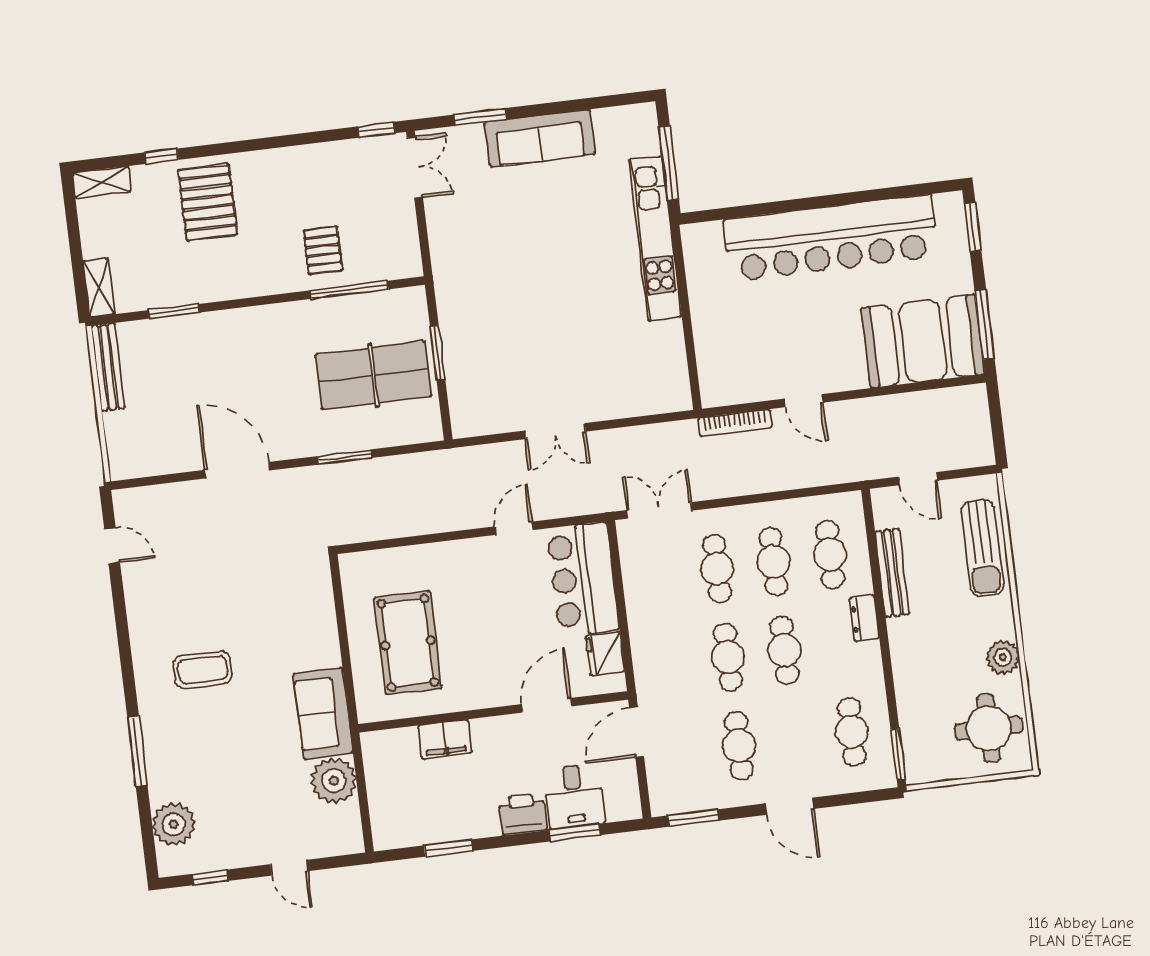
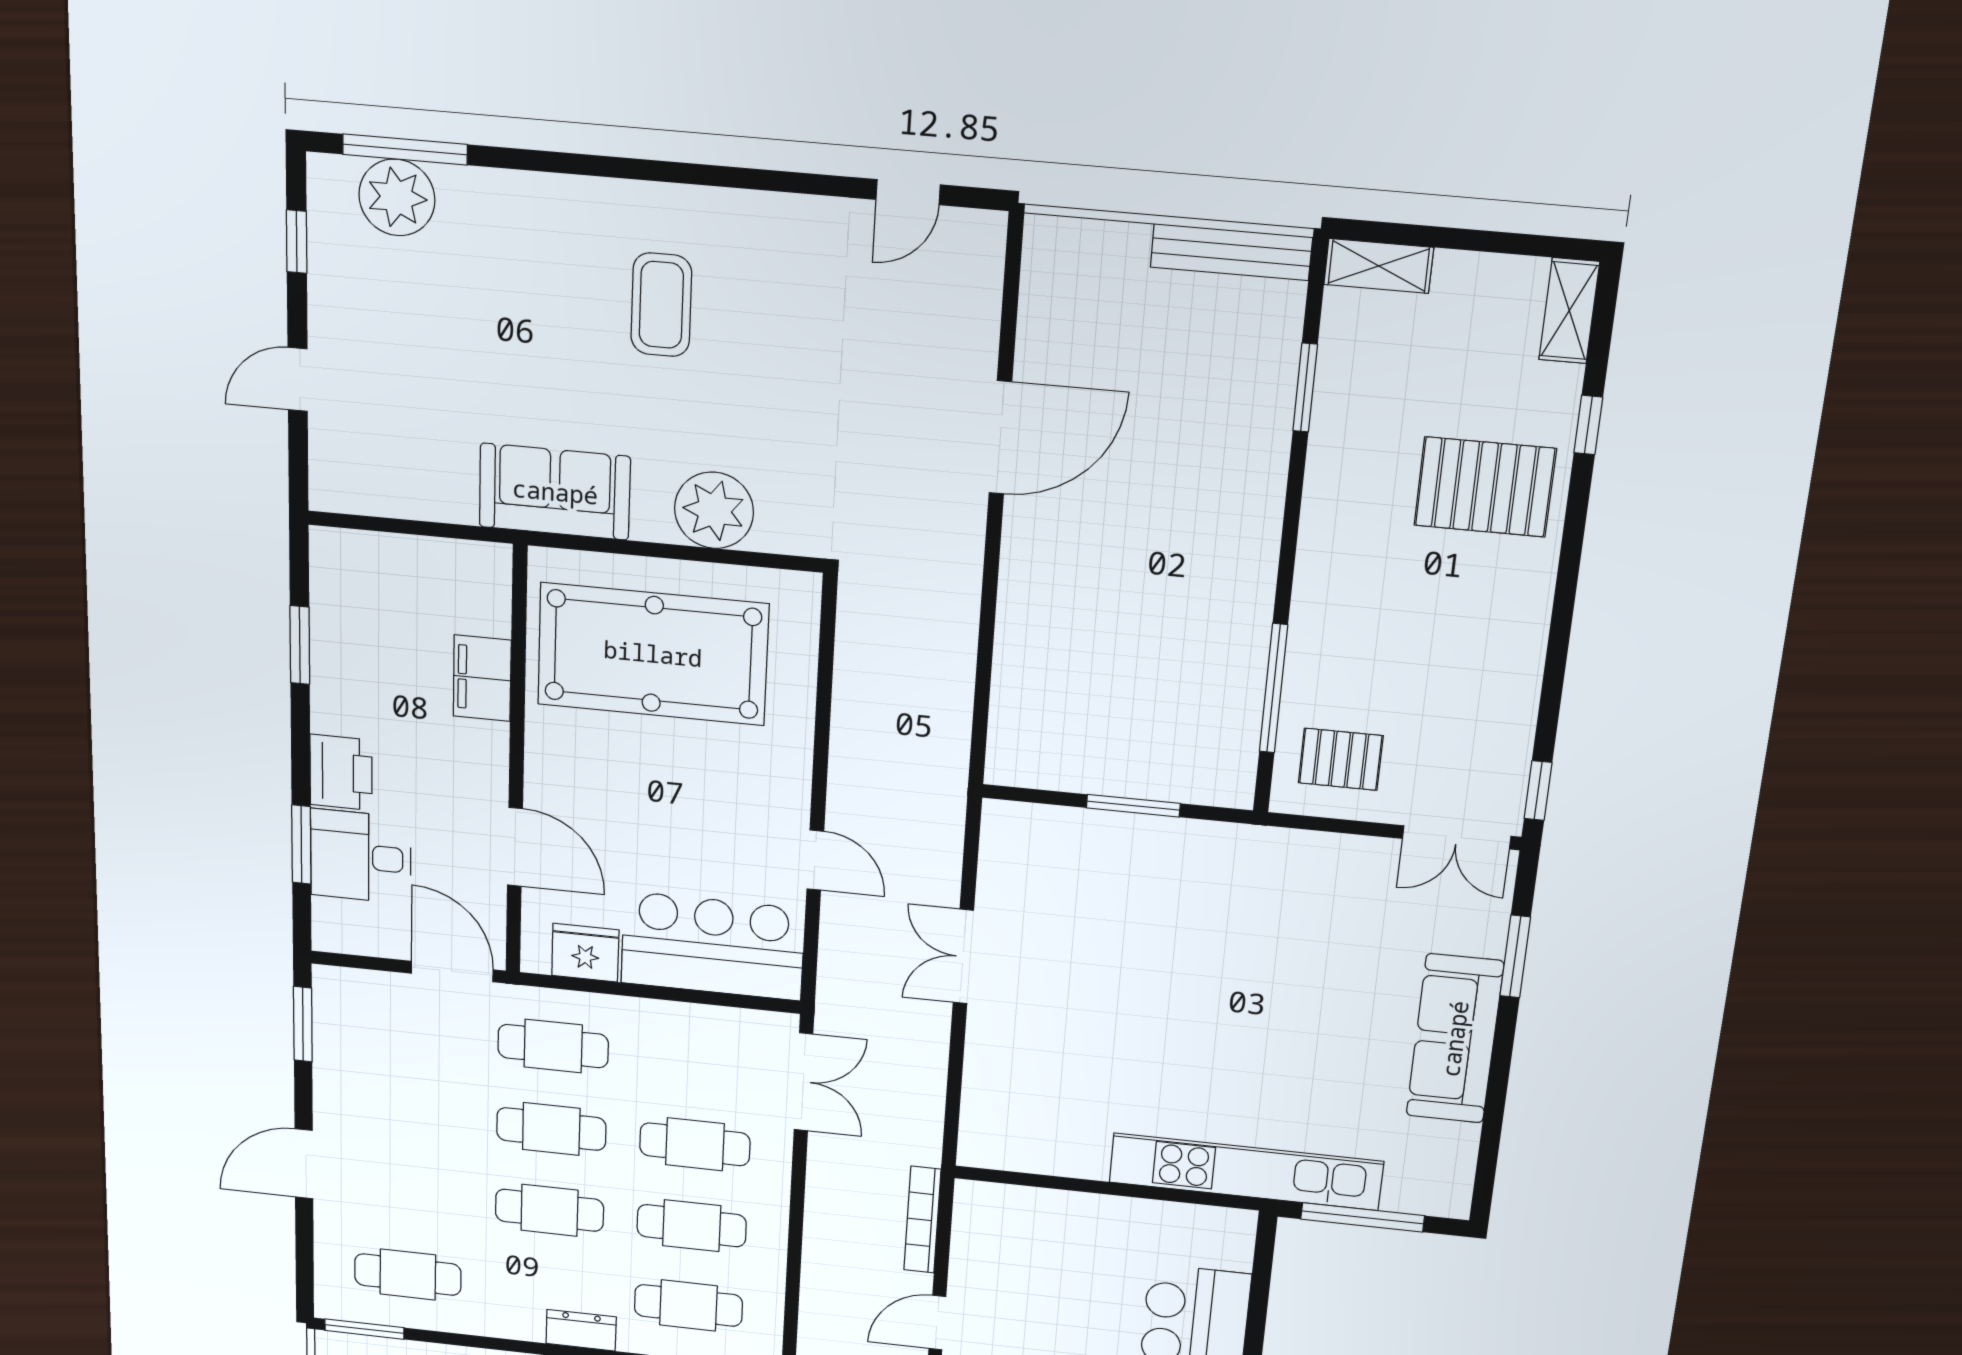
pallet: (323, 250) -> (1341, 759), moved
table tennis table: (373, 375) -> (1117, 696), removed
window: (345, 457) -> (987, 620), removed
pool table: (408, 643) -> (653, 654), width x1.36, depth x1.32
cafe table: (739, 746) -> (553, 1046), moved
window: (137, 751) -> (405, 150), moved
plant: (334, 781) -> (714, 510), moved

